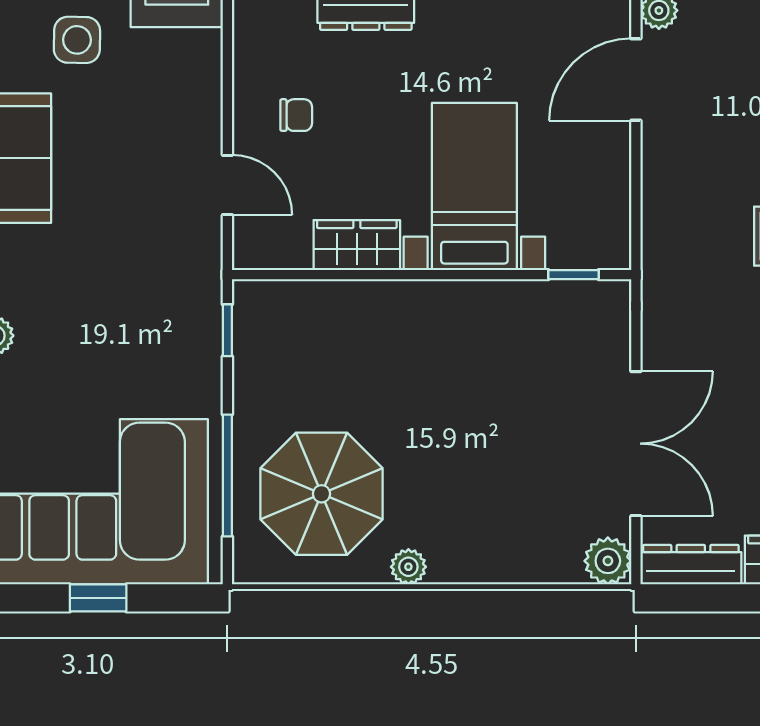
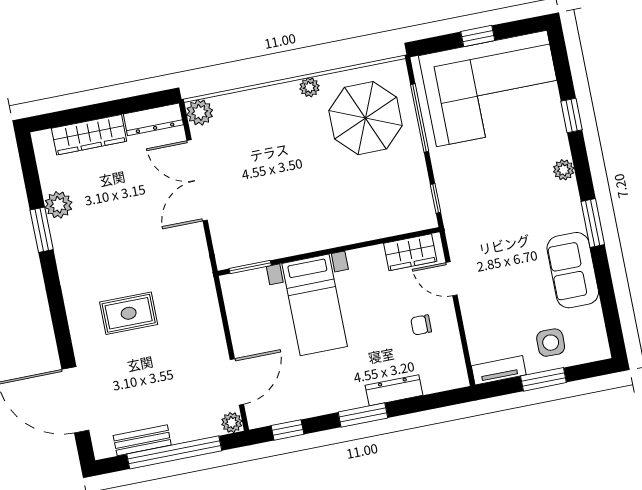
wardrobe: (357, 245) -> (410, 252), moved
window: (573, 275) -> (250, 267), width x1.50

